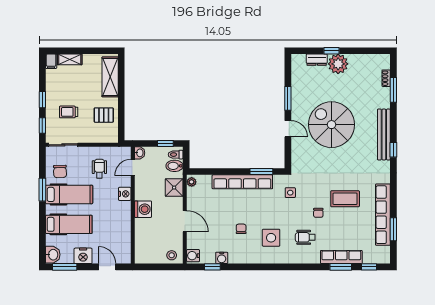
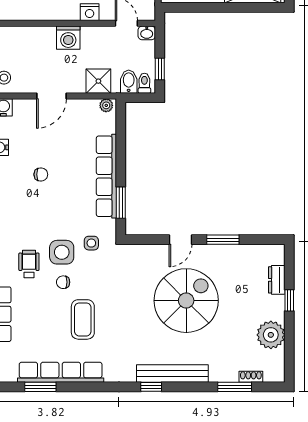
plant: (338, 64) -> (271, 335), moved
side table: (271, 238) -> (62, 252), moved

